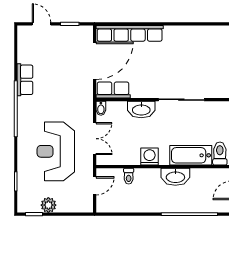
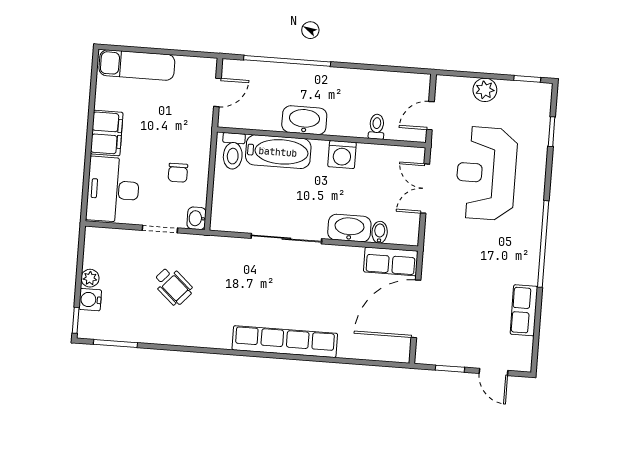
row of seats: (130, 33) -> (285, 342), moved
row of seats: (25, 80) -> (524, 310), moved
bidet: (101, 108) -> (380, 232), moved
reception desk: (56, 151) -> (486, 173), turned 180
plant: (48, 205) -> (485, 90), moved

